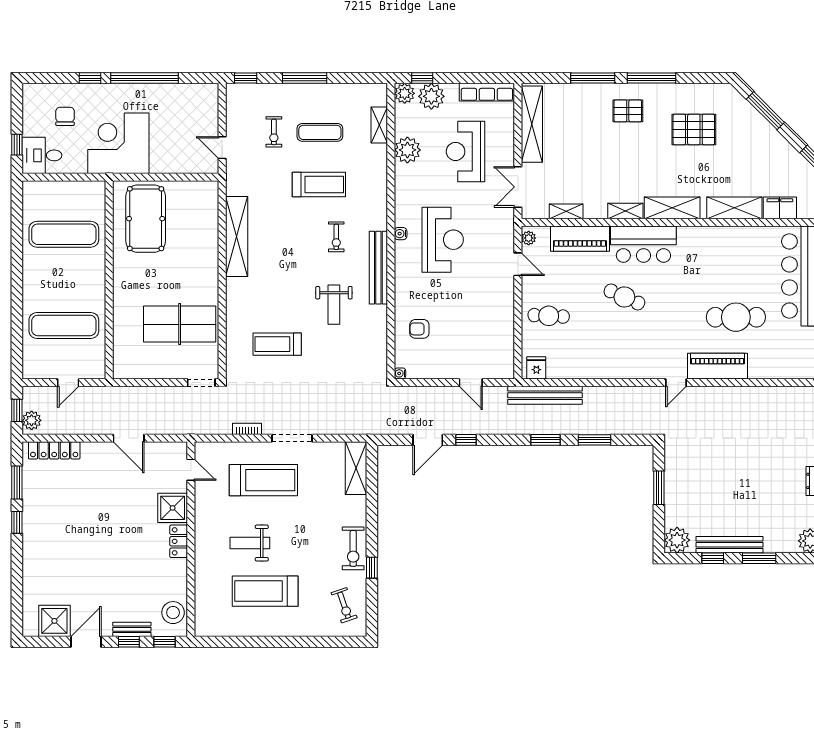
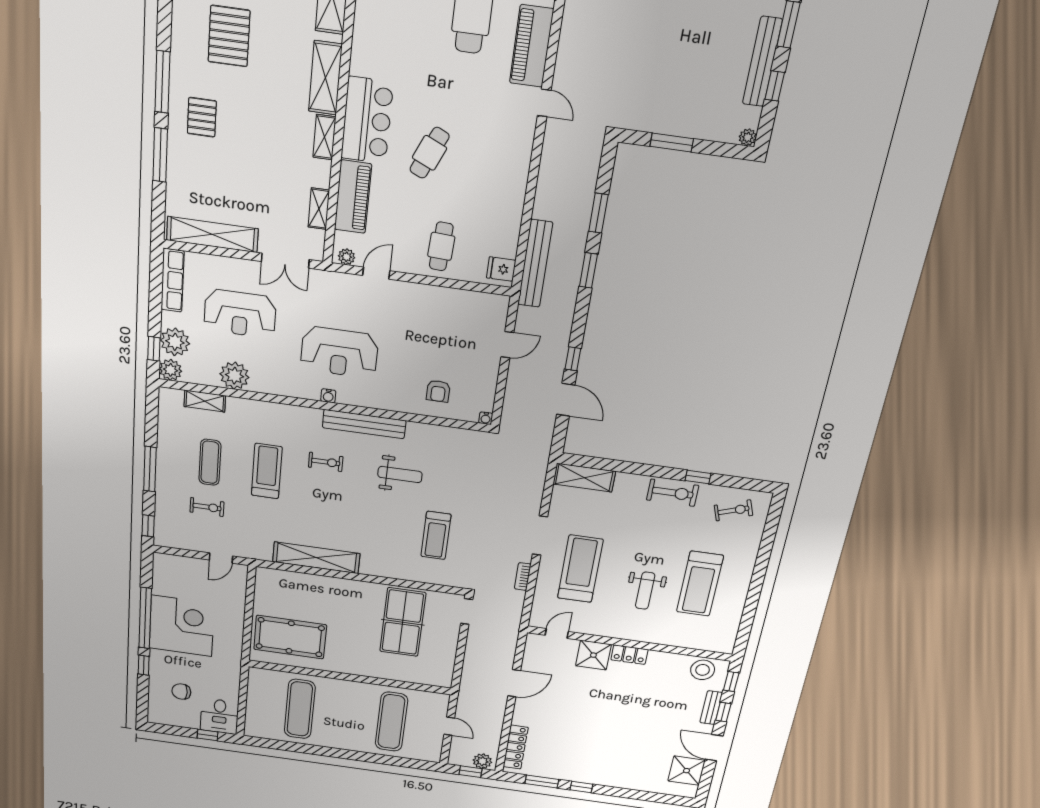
corner desk: (118, 143) -> (182, 626), moved, turned 180
reception desk: (443, 240) -> (339, 352), turned 180
plant: (677, 540) -> (748, 137), width x0.53, depth x0.53

